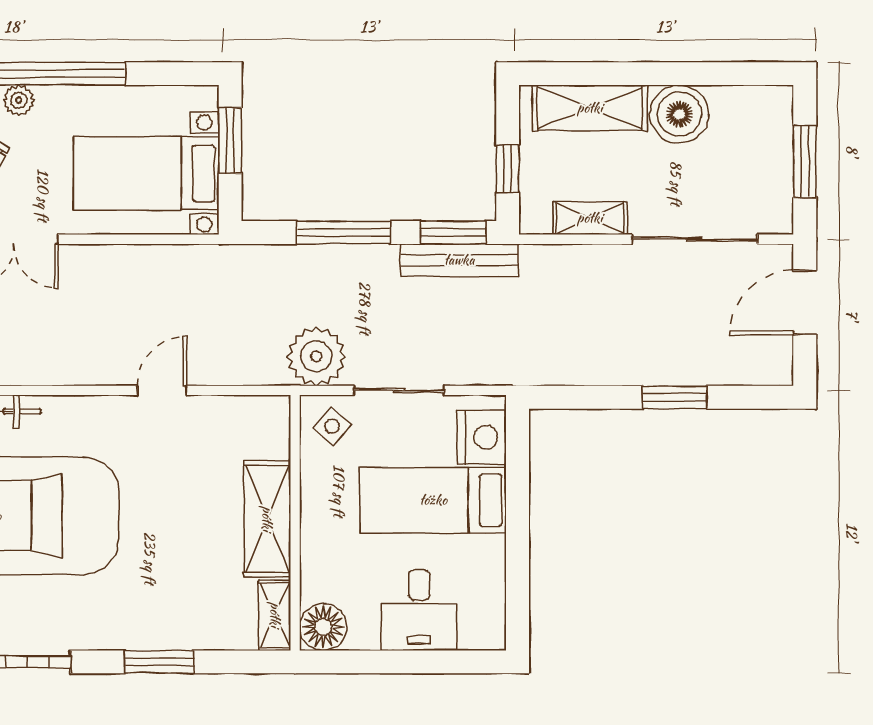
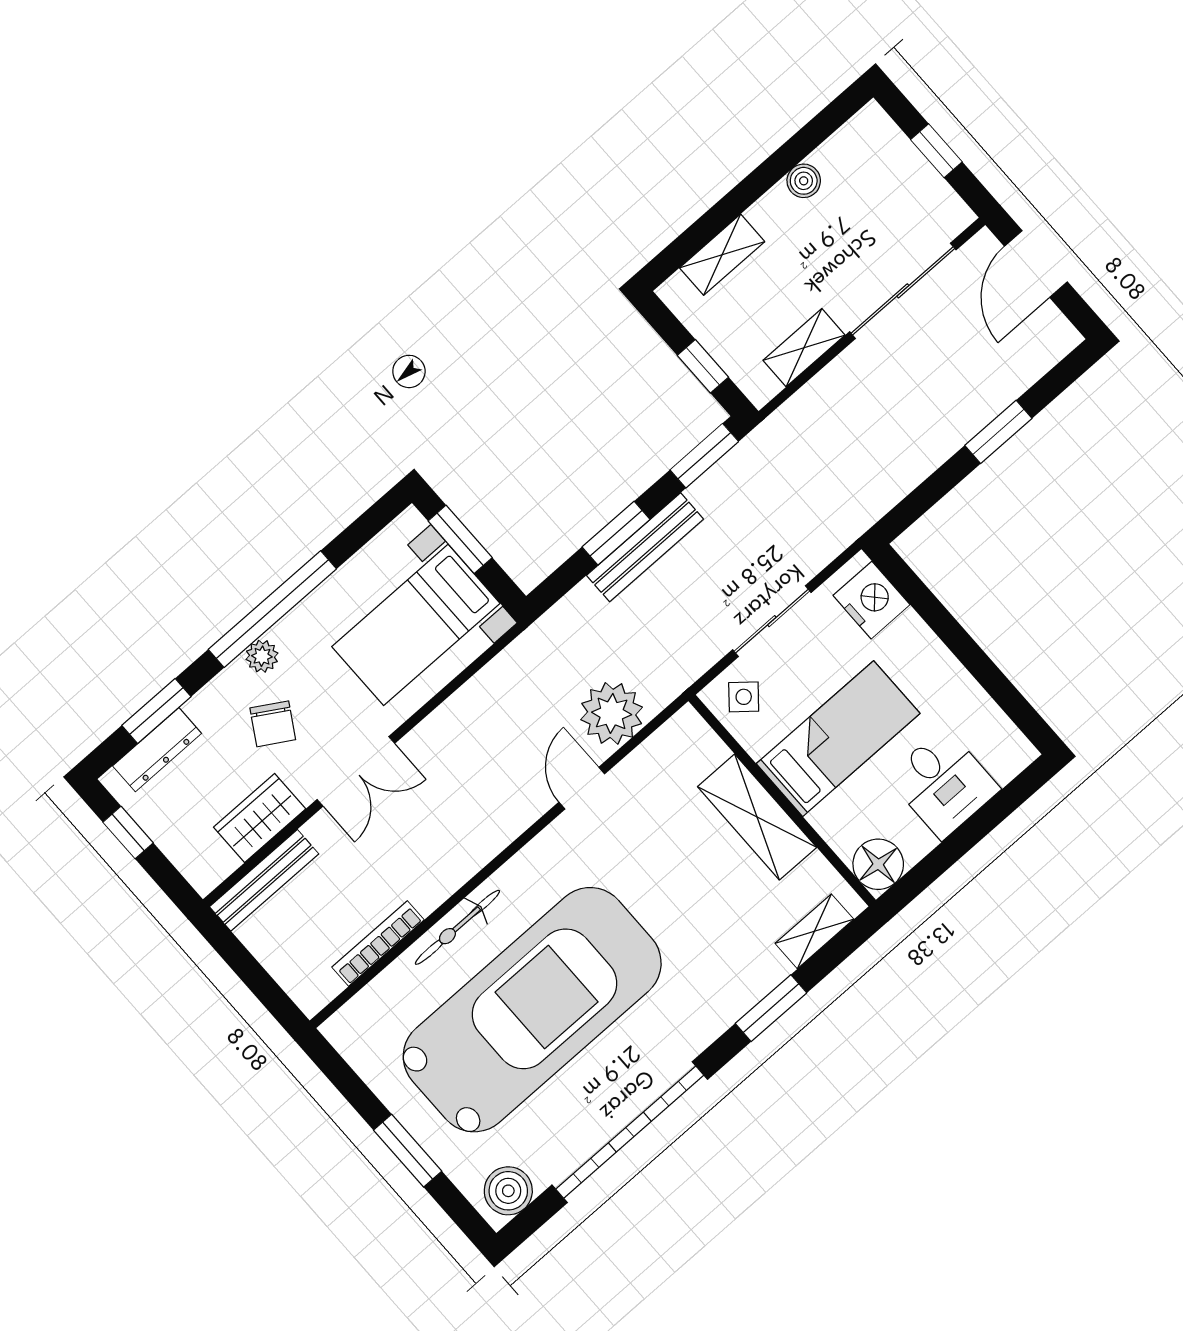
shelving: (590, 108) -> (722, 255), width x0.67, depth x0.75
boiler: (679, 114) -> (804, 181), width x0.54, depth x0.54
window: (805, 161) -> (936, 151), width x0.67
window: (343, 232) -> (616, 533), width x0.69
bench: (459, 260) -> (645, 547), moved
plant: (316, 356) -> (612, 713), moved
bed: (433, 500) -> (838, 739), moved, turned 180
shelving: (275, 615) -> (814, 931), moved, turned 90

